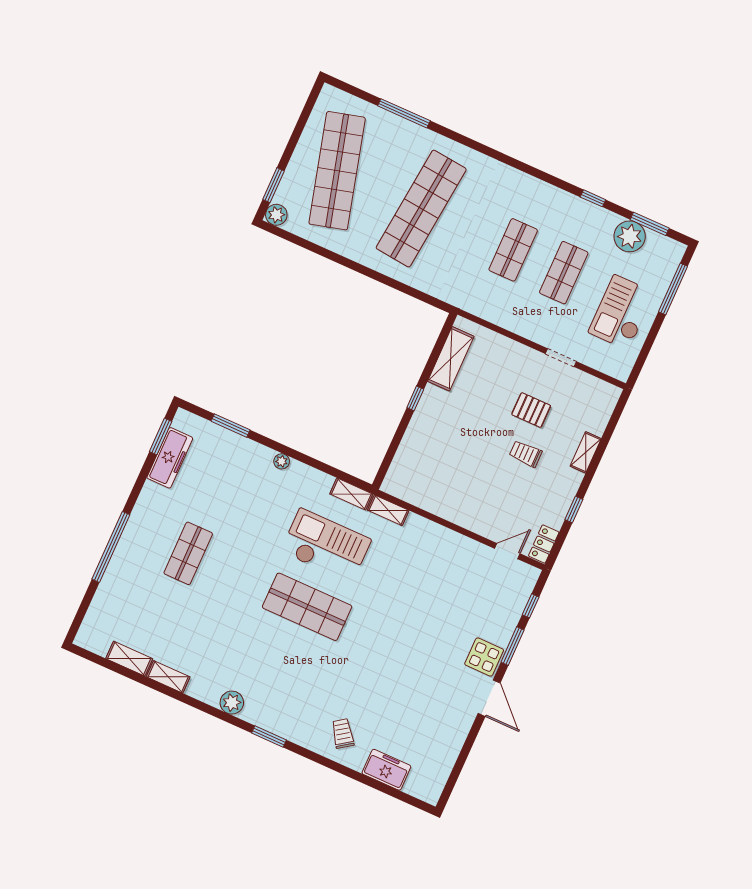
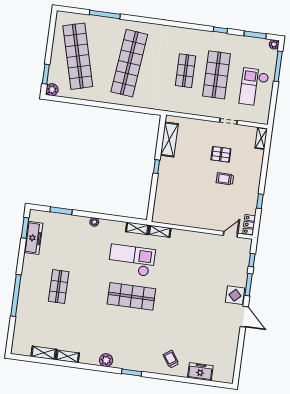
plant: (630, 236) -> (274, 44), moved, width x0.53, depth x0.53
shop shelf: (564, 273) -> (217, 75), width x1.43, depth x1.36
shelving: (586, 452) -> (261, 138), moved

